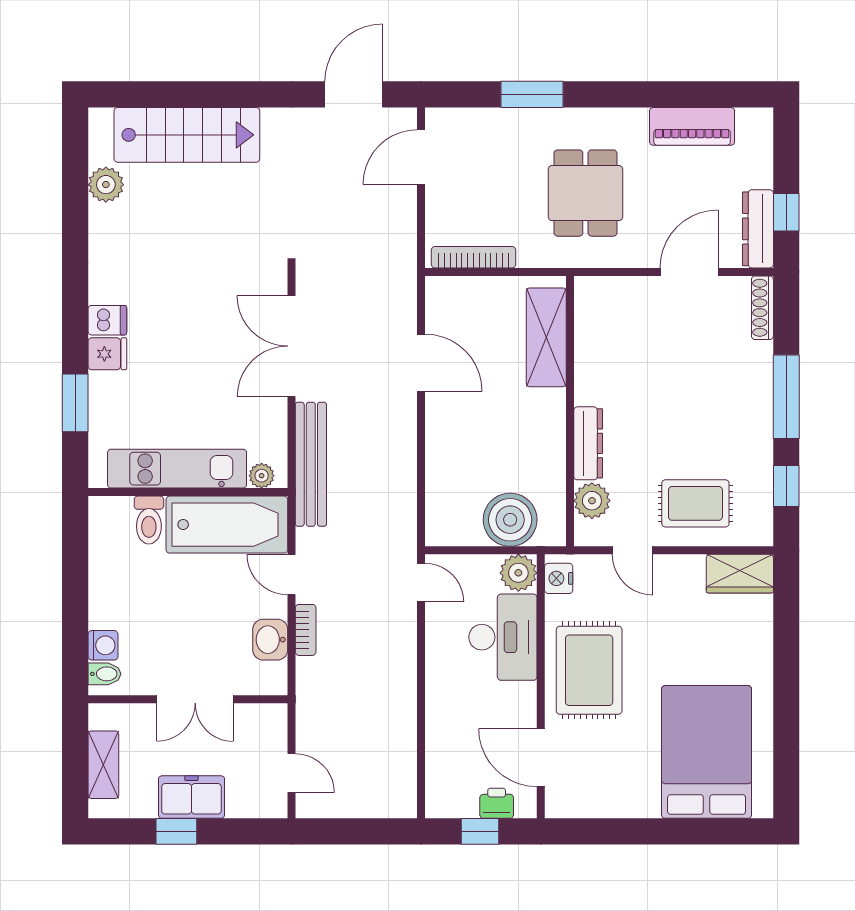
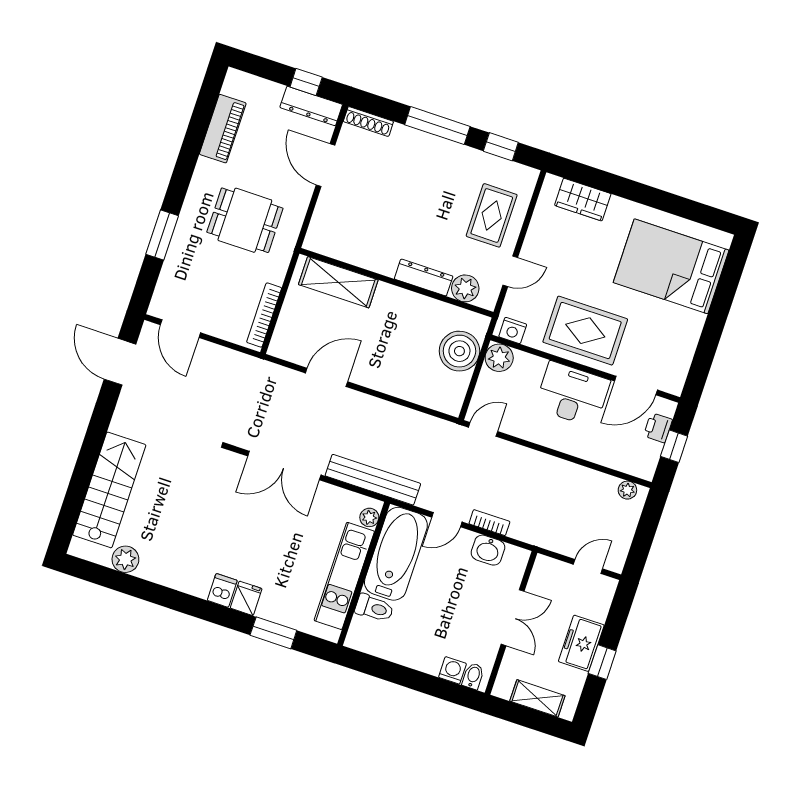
wardrobe: (740, 574) -> (583, 200), moved, turned 90
desk: (503, 637) -> (572, 394), moved
plant: (405, 791) -> (627, 490), added

